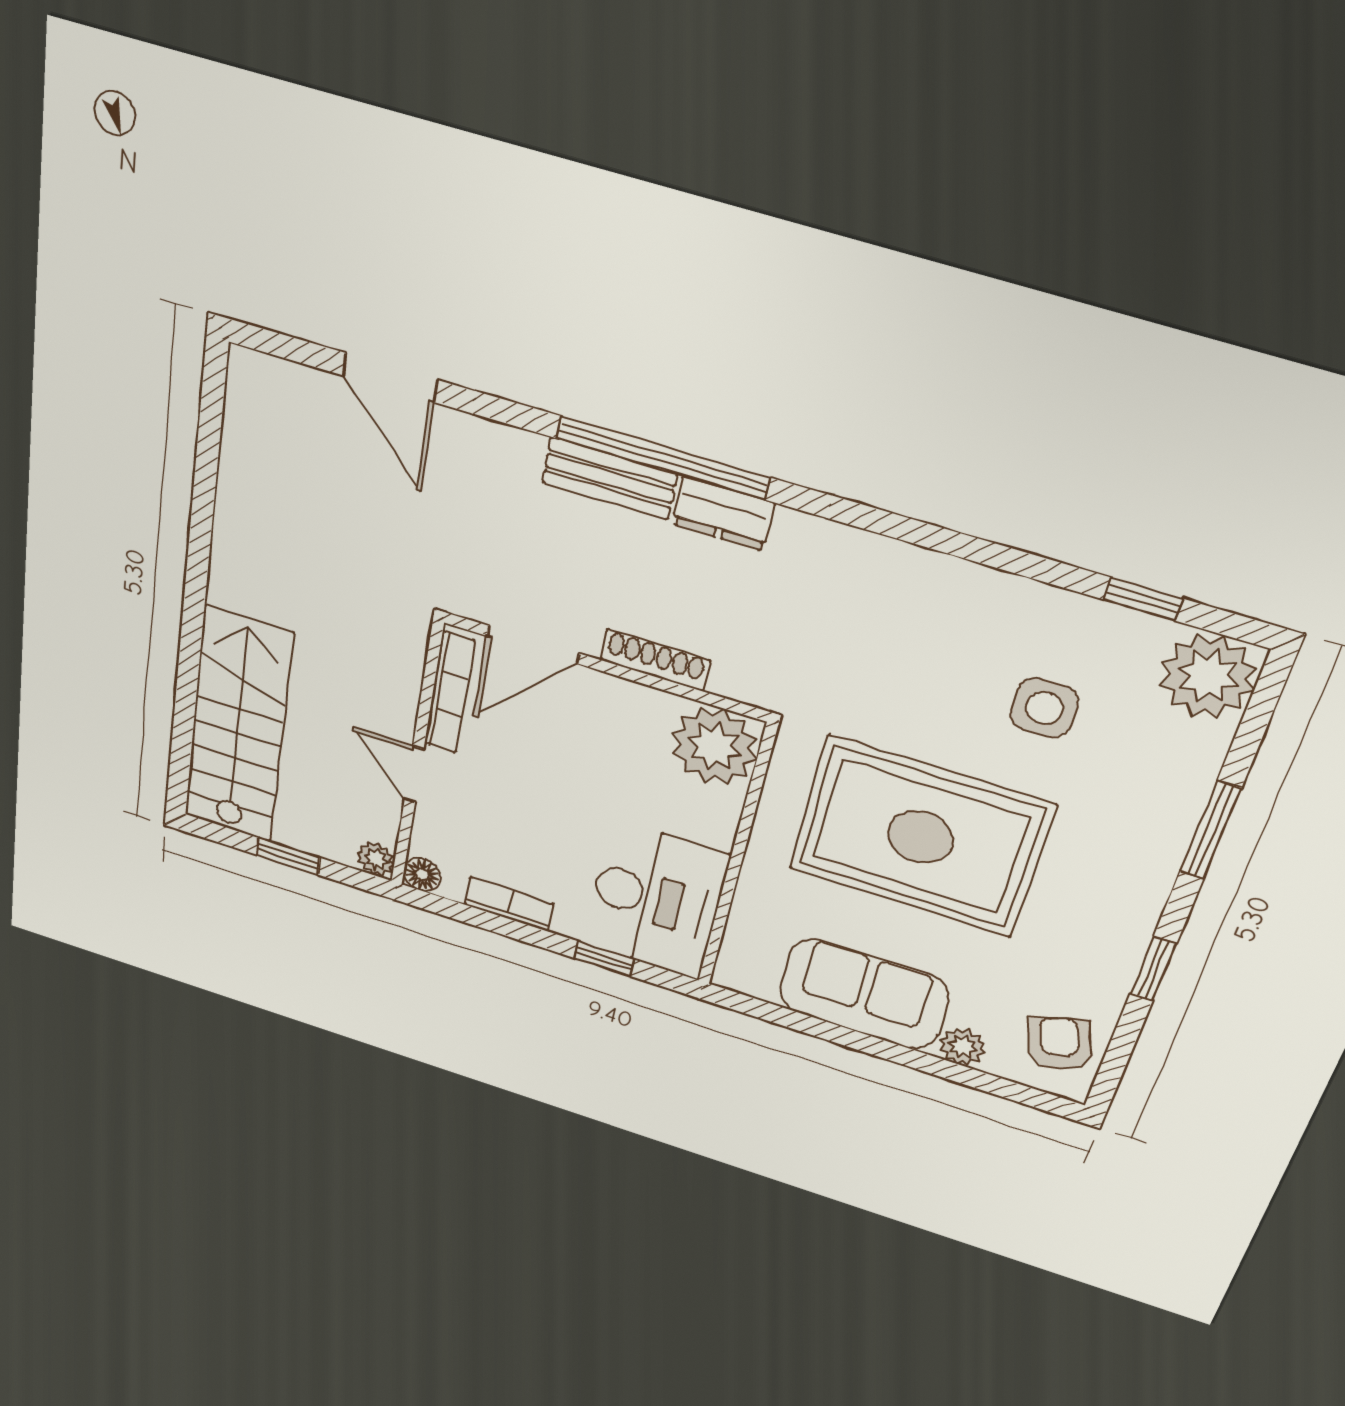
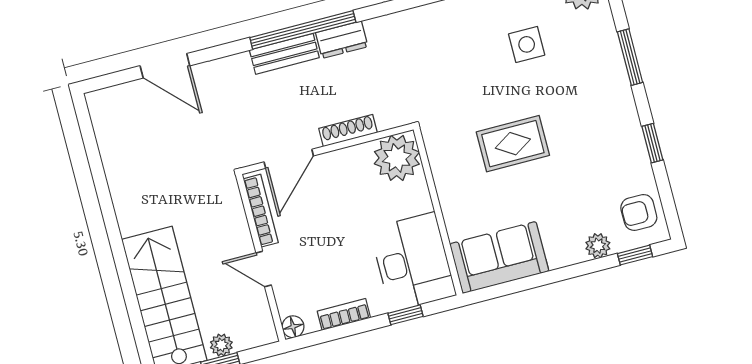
rug: (920, 837) -> (513, 144), width x0.54, depth x0.49
plant: (376, 859) -> (221, 345), moved
sofa: (864, 994) -> (499, 258), moved
armchair: (1060, 1044) -> (639, 212), turned -71
window: (1012, 1091) -> (635, 255), added

